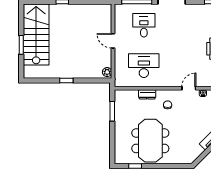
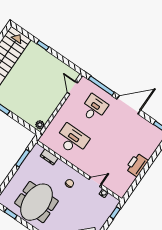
door: (113, 41) -> (72, 88), moved
dresser: (147, 94) -> (49, 157), moved

